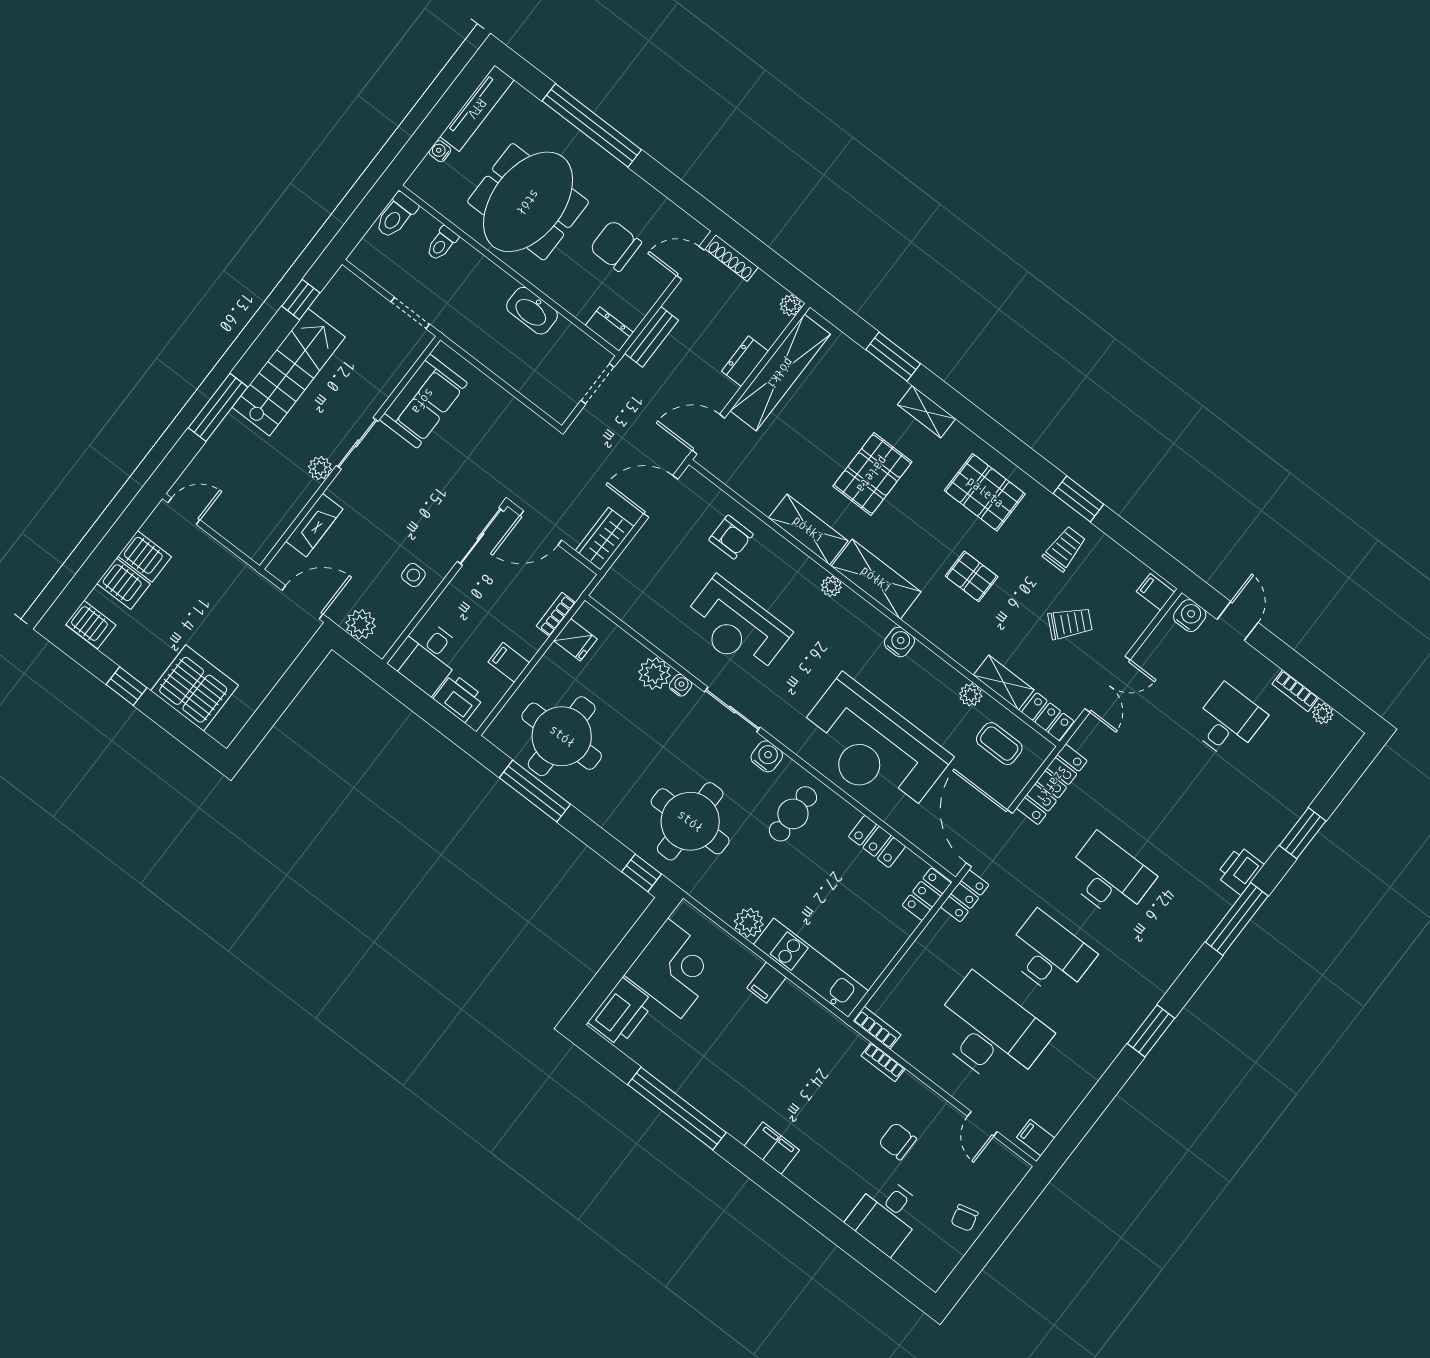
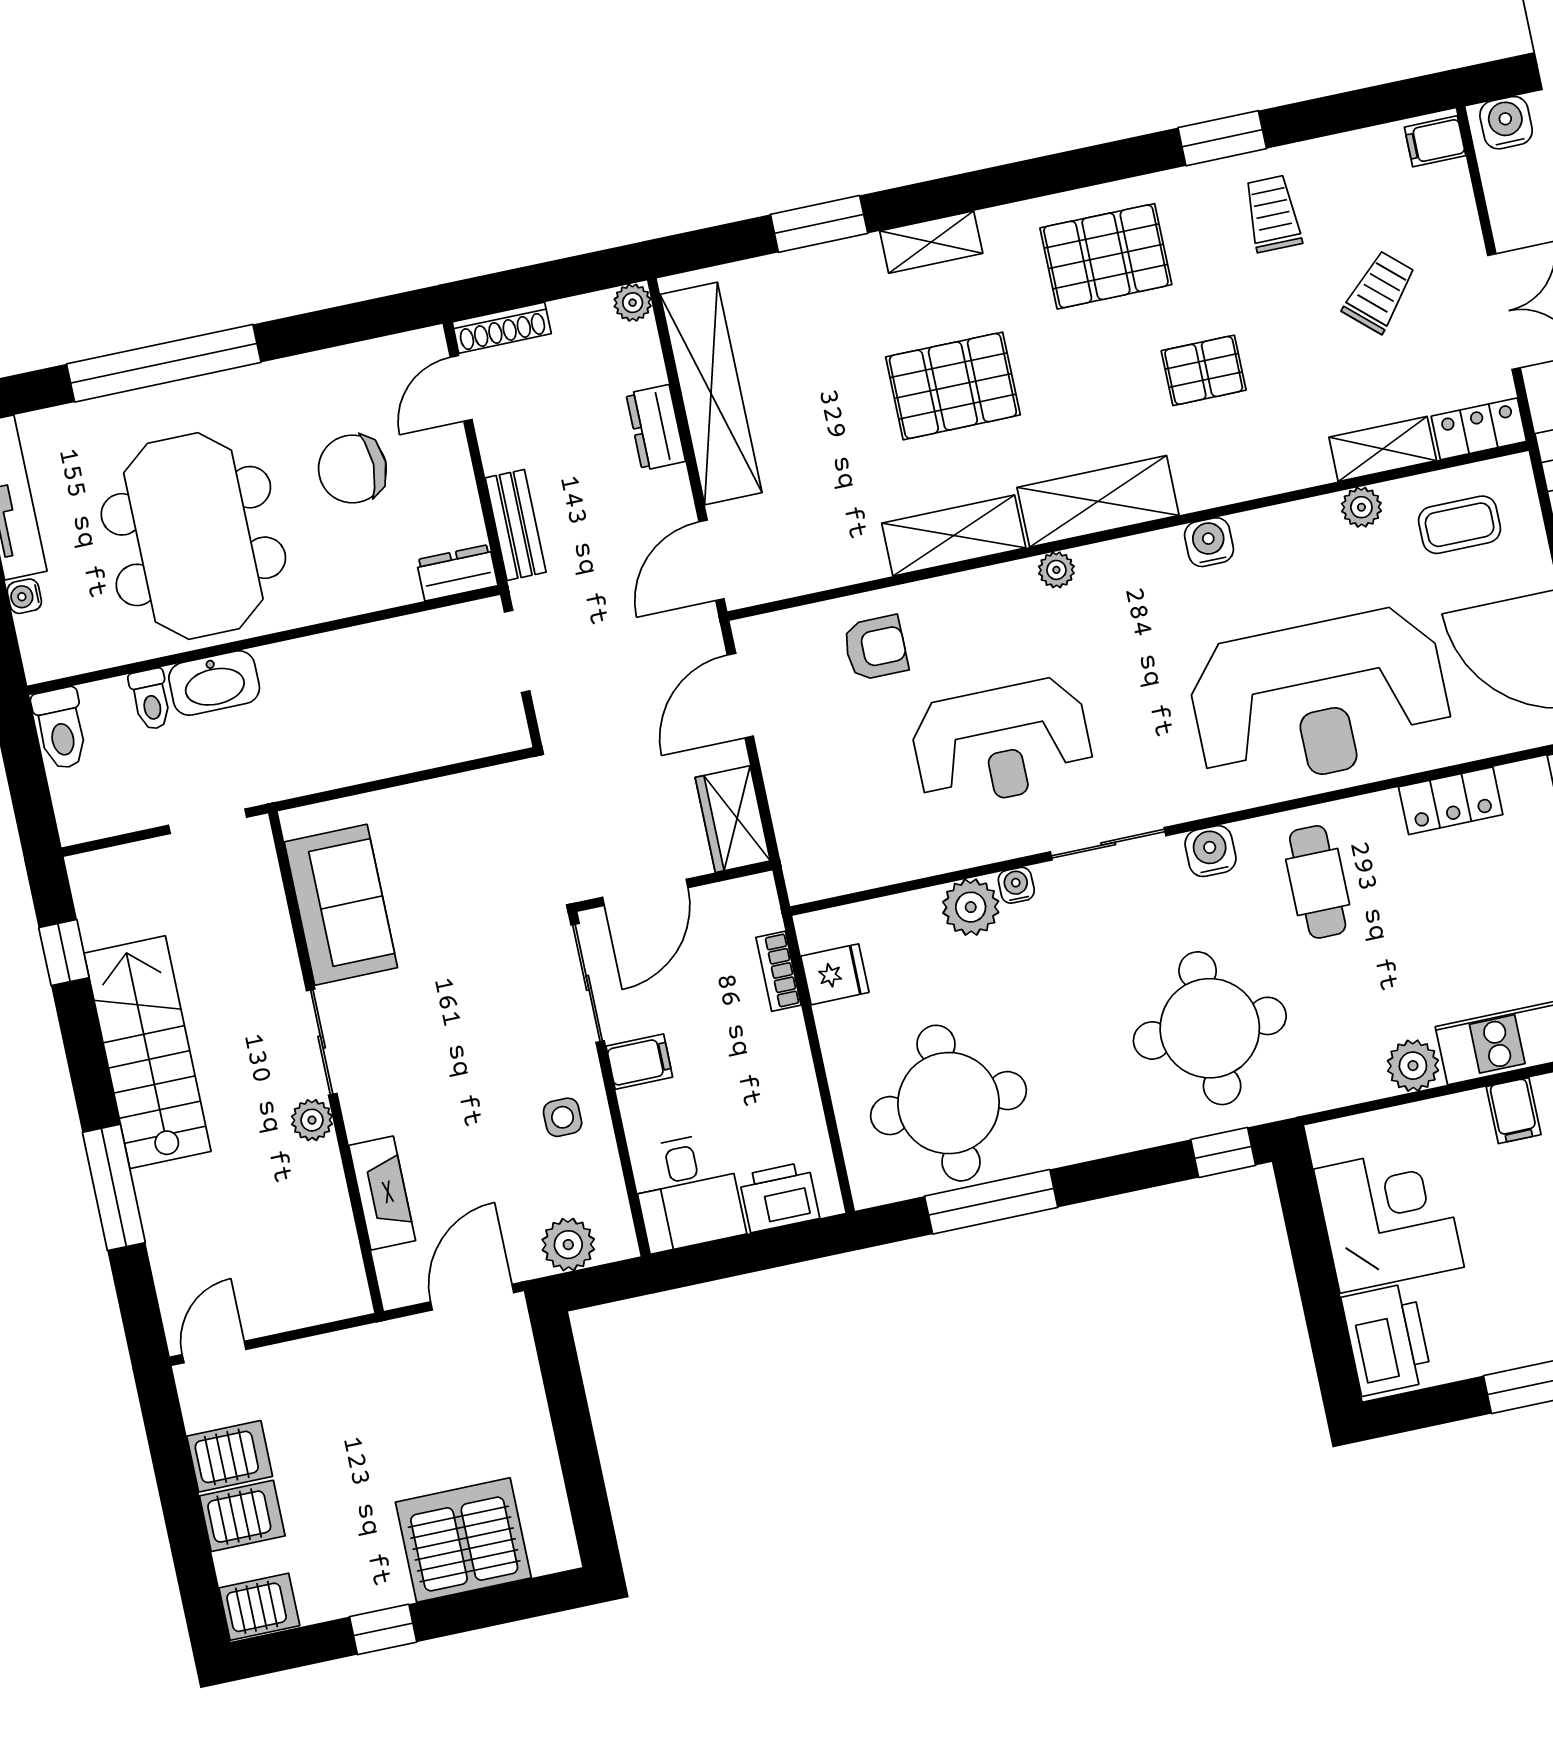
washbasin: (532, 311) -> (214, 683), moved
pallet: (872, 474) -> (953, 386), turned 90
filing cabinet: (509, 662) -> (639, 1062), moved, turned 180

